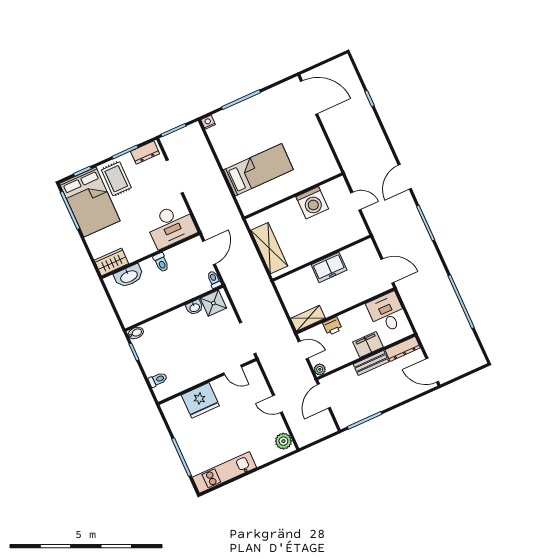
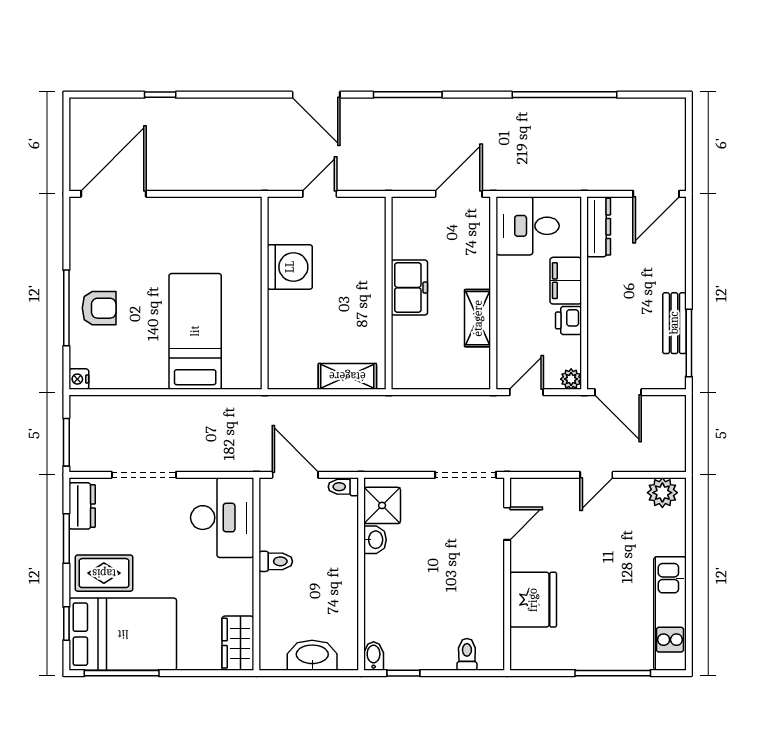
armchair: (248, 116) -> (99, 308), added
shelving: (269, 248) -> (347, 376), width x0.67, depth x0.75
washbasin: (129, 276) -> (312, 655), moved, turned -90
shelving: (308, 318) -> (478, 318), moved
printer: (332, 326) -> (568, 320), moved, turned 180
bench: (371, 363) -> (674, 323), moved

